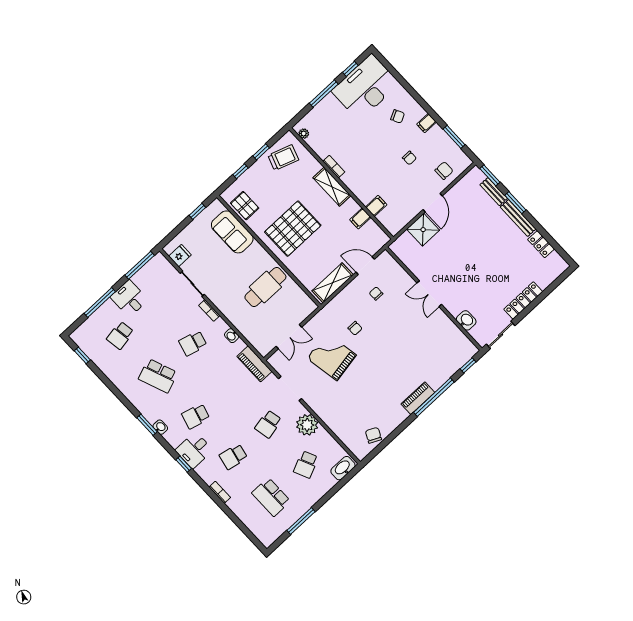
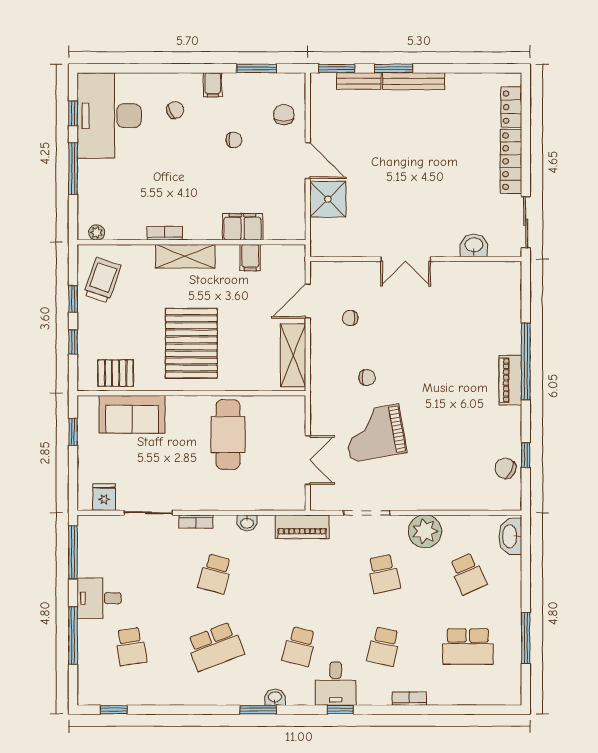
filing cabinet: (376, 206) -> (243, 227), width x2.00
locker: (541, 244) -> (511, 107), moved, turned 90
window: (468, 365) -> (526, 455), moved

